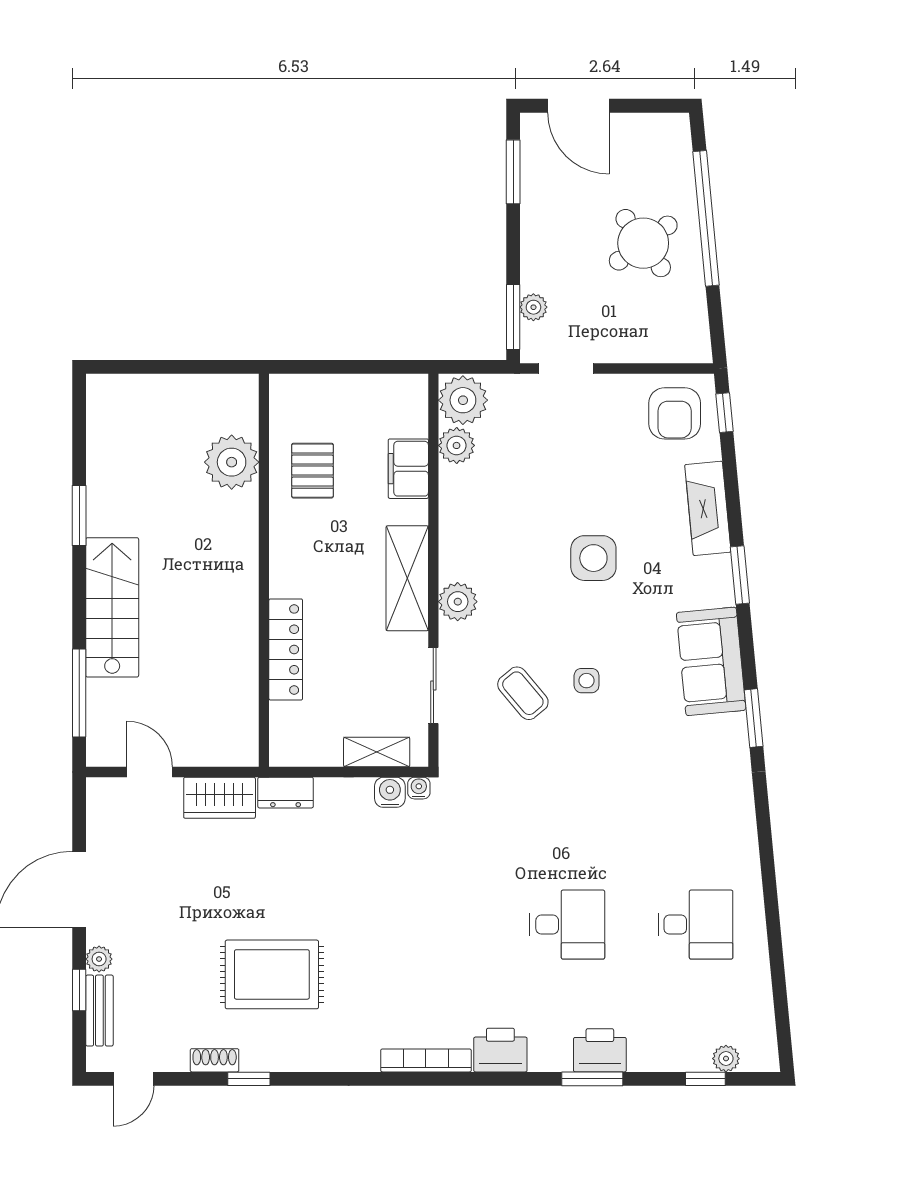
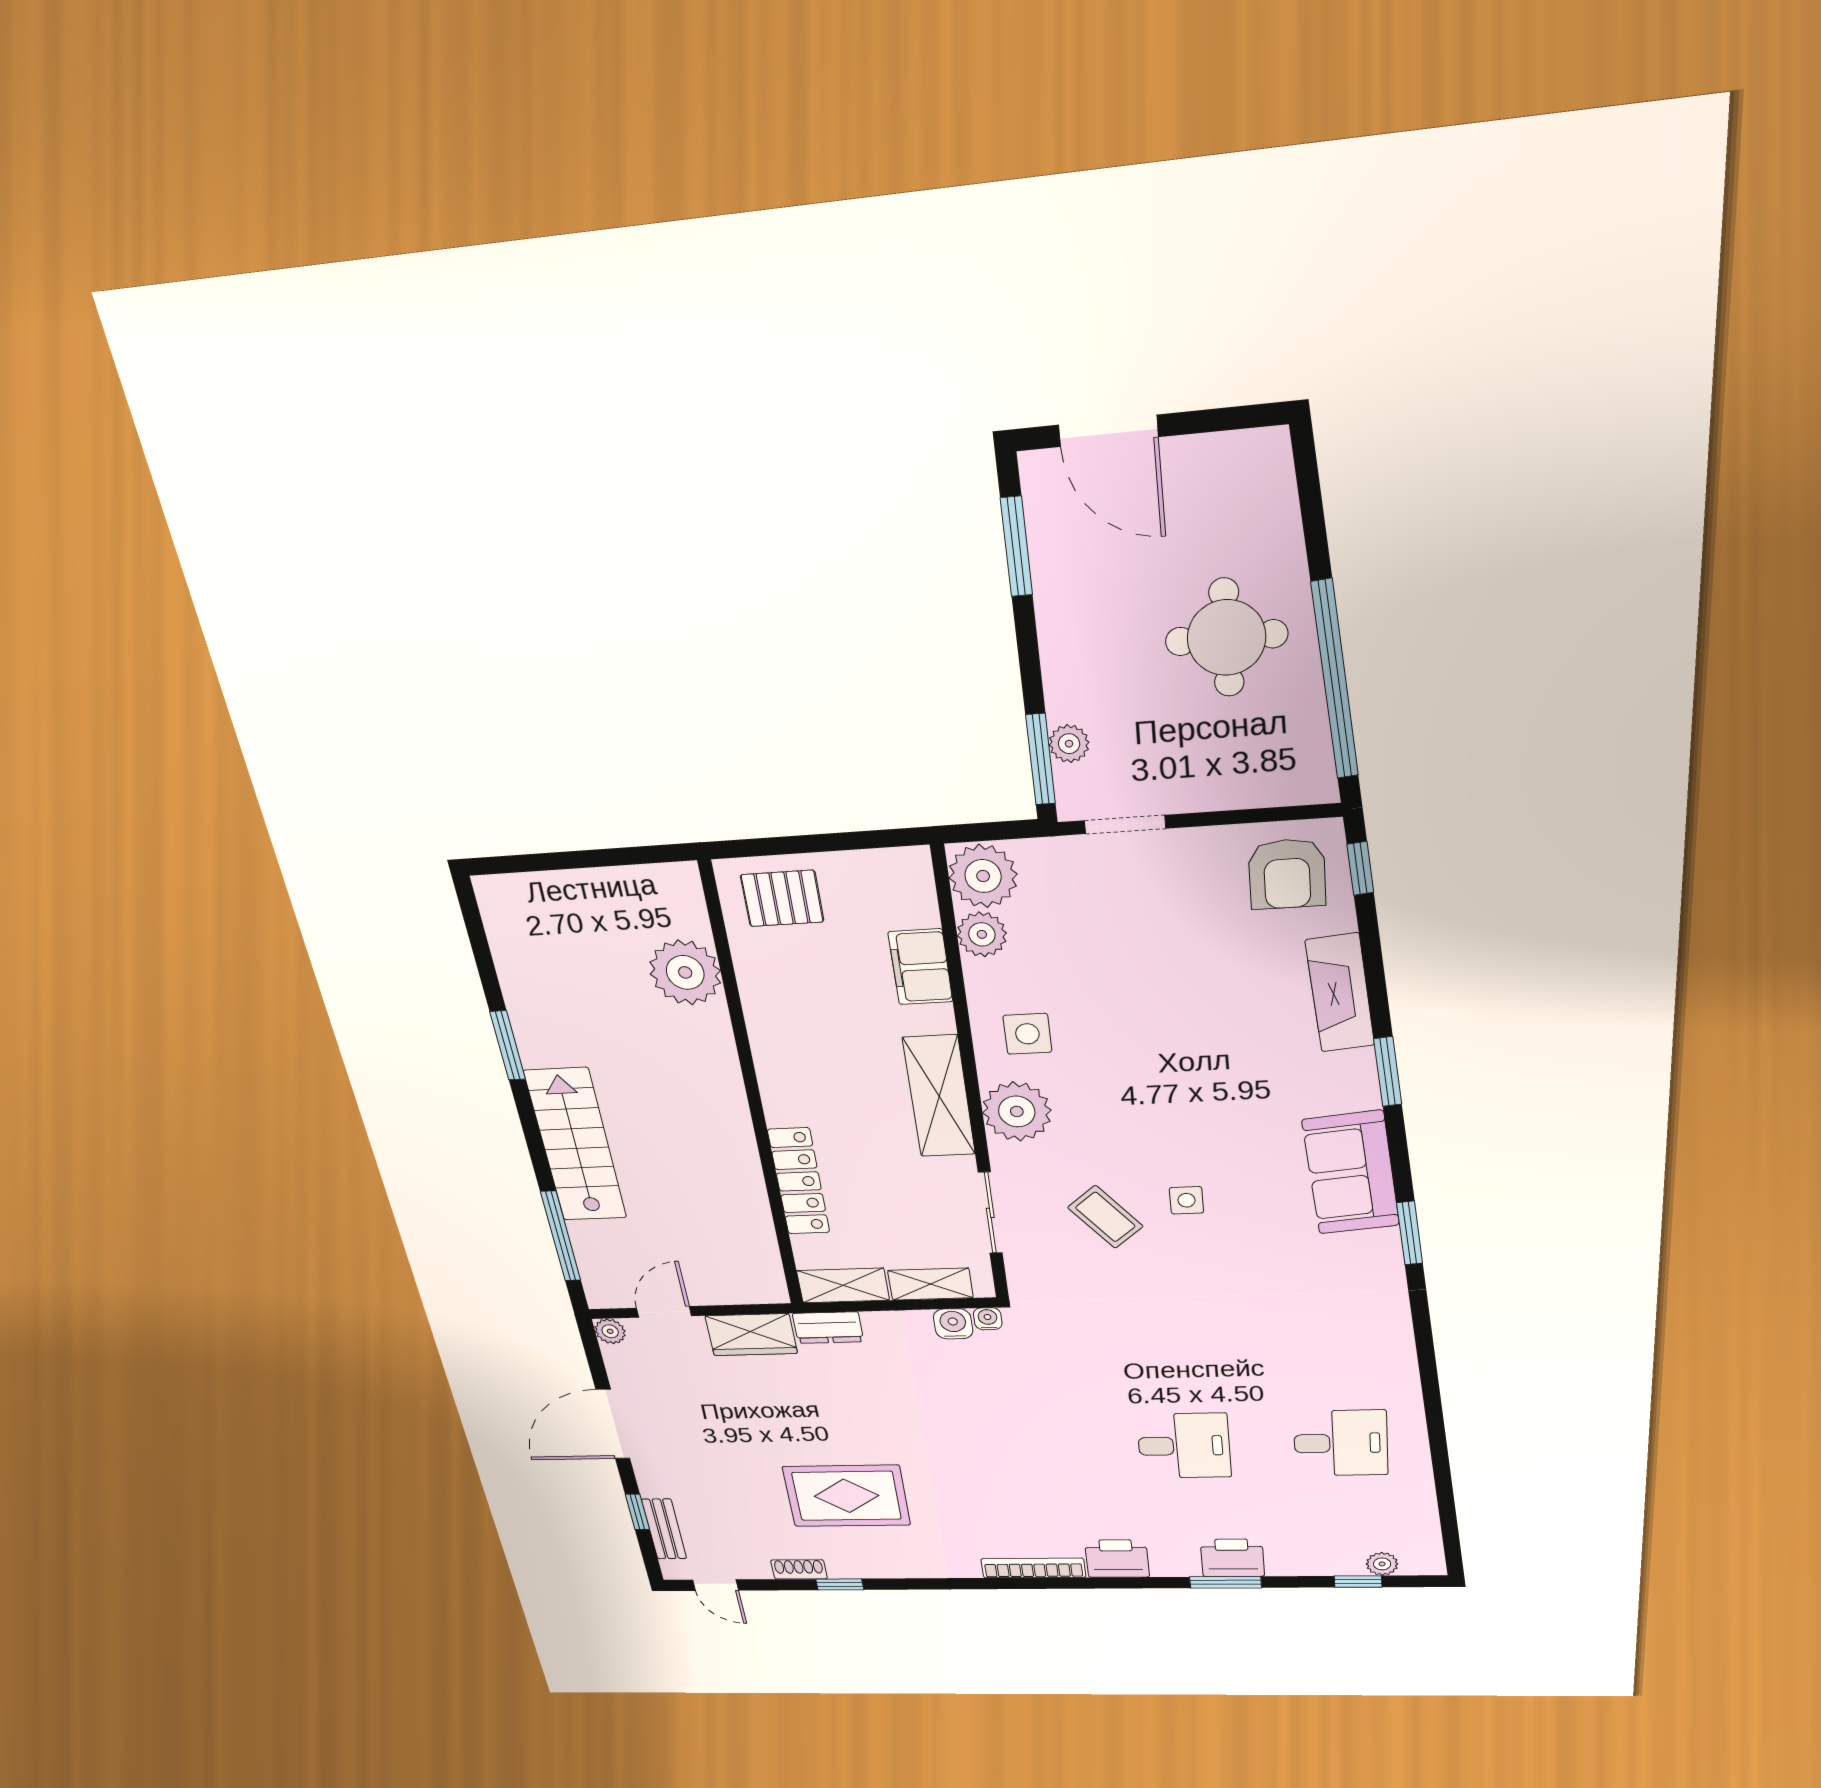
window: (706, 218) -> (1335, 680), moved
round table: (643, 243) -> (1227, 638), turned 36
pallet: (312, 471) -> (782, 898), moved, turned 90
side table: (593, 558) -> (1027, 1034), moved, width x0.73, depth x0.73
plant: (458, 602) -> (1017, 1111), width x1.36, depth x1.36
shelving: (305, 751) -> (843, 1285), added
door: (150, 772) -> (664, 1312), hinge flipped
plant: (99, 959) -> (610, 1331), moved
door: (134, 1079) -> (716, 1585), hinge flipped

